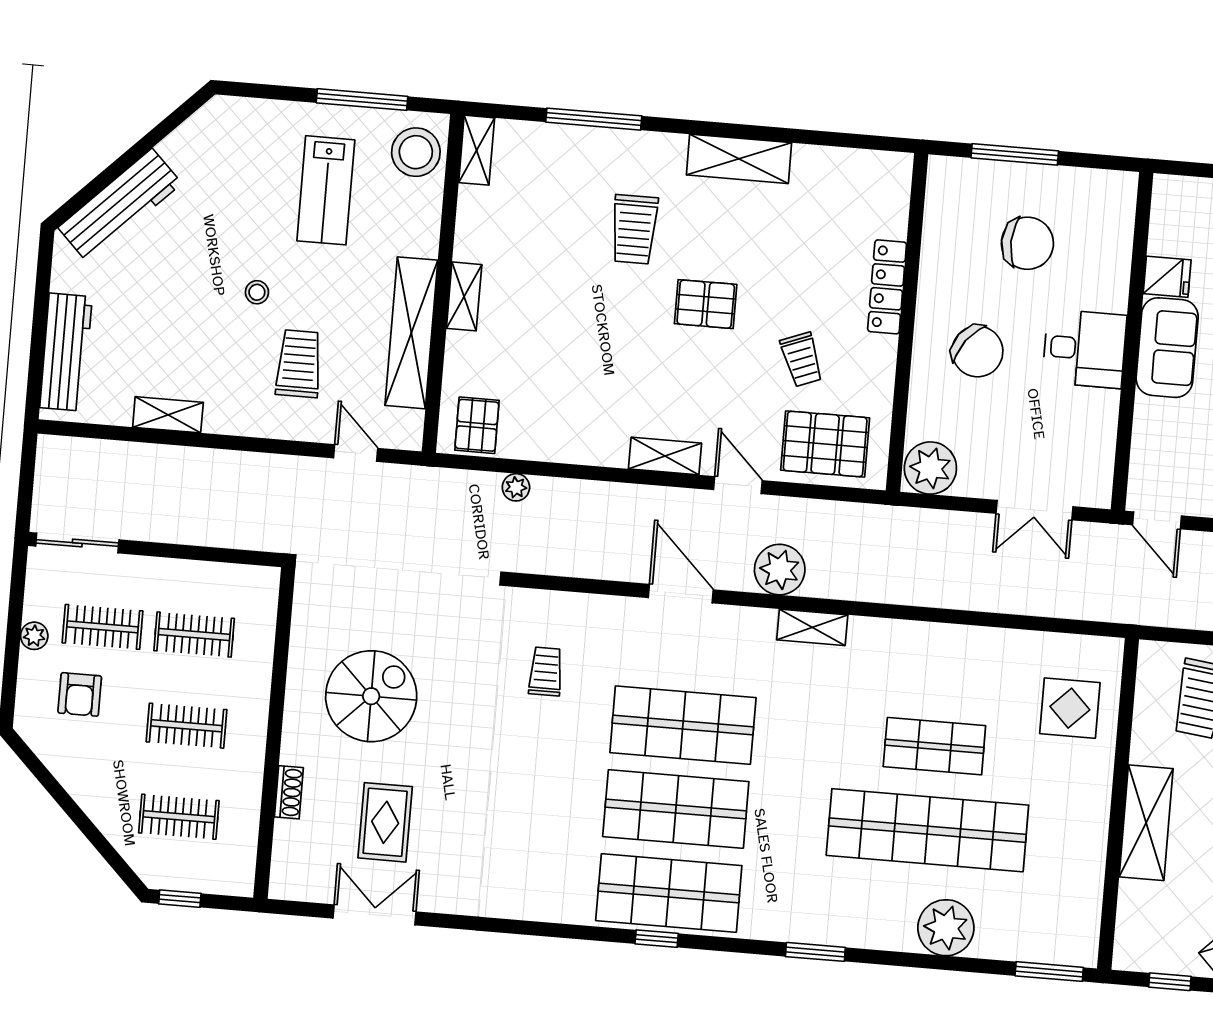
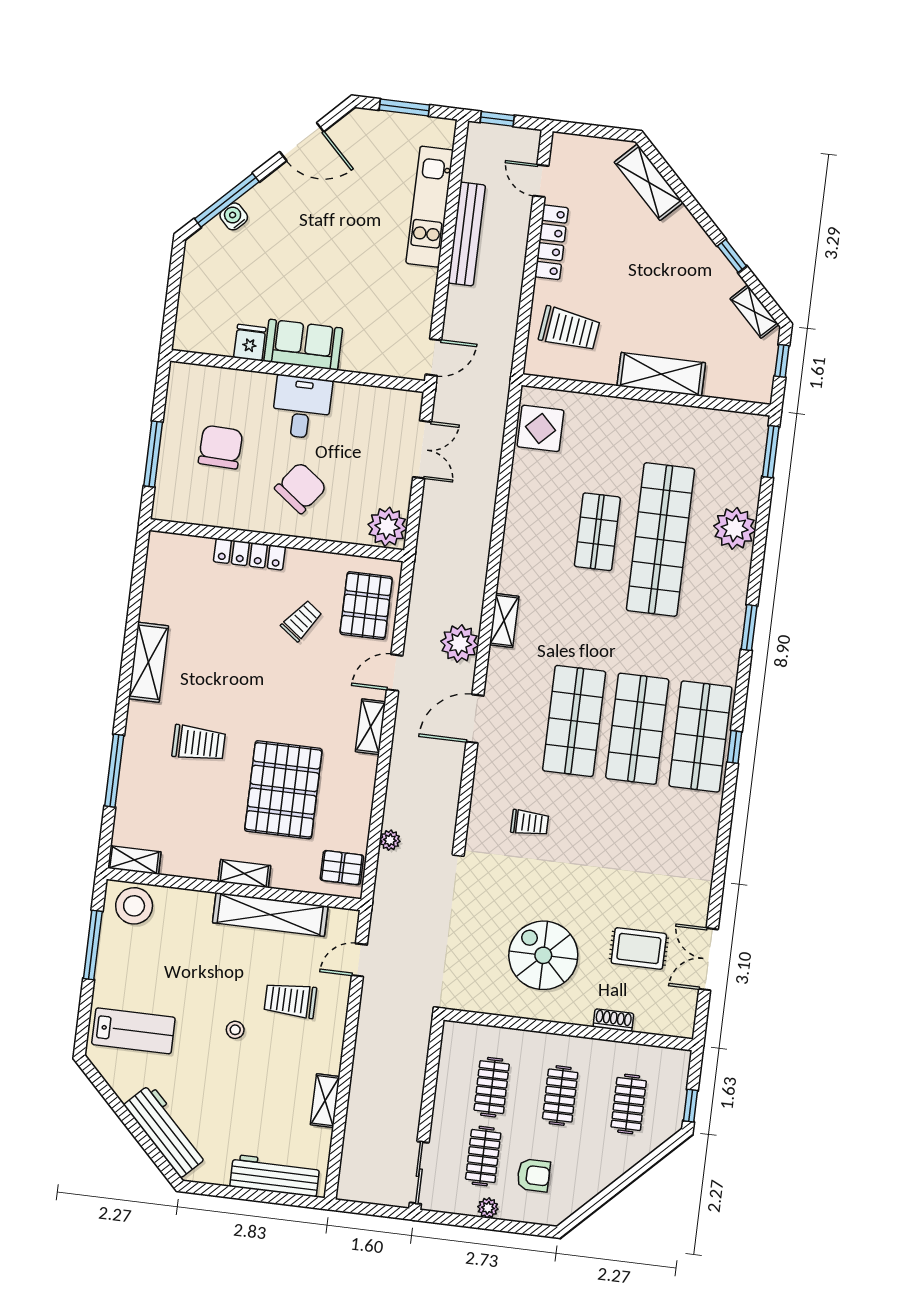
lab bench: (326, 190) -> (133, 1031), moved
pallet: (706, 304) -> (283, 790), moved, width x2.05, depth x2.00
trolley: (802, 359) -> (302, 621), turned -32
trolley: (546, 671) -> (530, 823), turned 180
display table: (1070, 708) -> (540, 428), moved

